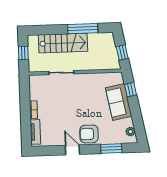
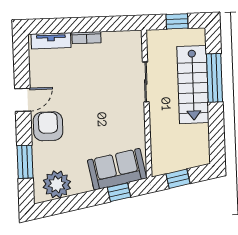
window: (83, 29) -> (215, 78), moved
sofa: (119, 102) -> (117, 169), moved
plant: (130, 132) -> (57, 184), width x1.88, depth x1.88

